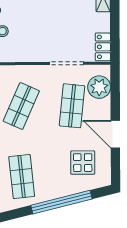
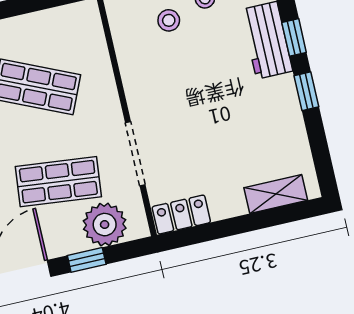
window: (115, 100) -> (87, 260), added

